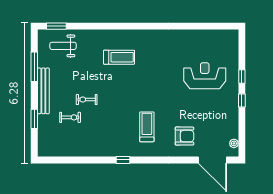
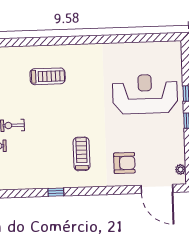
reception desk: (205, 76) -> (145, 94), width x1.36, depth x1.30

